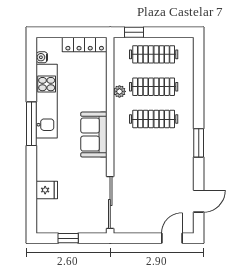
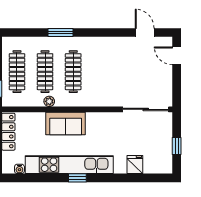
kitchen unit: (47, 101) -> (69, 165), width x1.36
window: (31, 124) -> (77, 178), width x0.46
sofa: (94, 135) -> (66, 124), moved
window: (199, 143) -> (61, 33), moved

